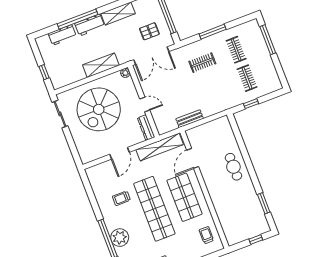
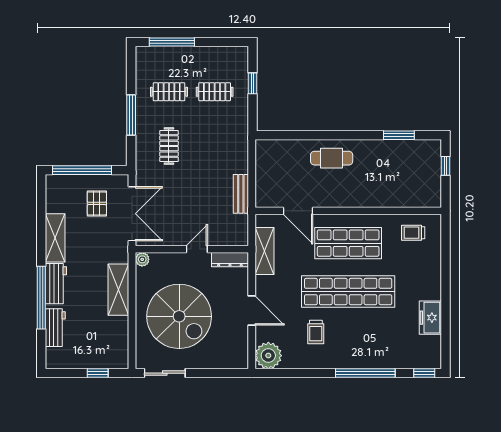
window: (251, 104) -> (253, 83), moved
shelving: (160, 147) -> (264, 251), width x0.68
plant: (120, 238) -> (268, 356), moved

